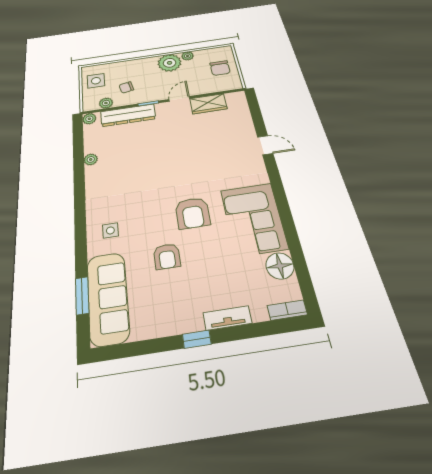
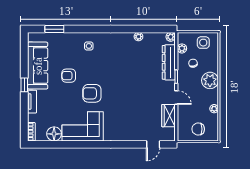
plant: (170, 63) -> (210, 80), moved
door: (265, 145) -> (153, 144), moved
sofa: (108, 298) -> (38, 66), moved, turned -90

